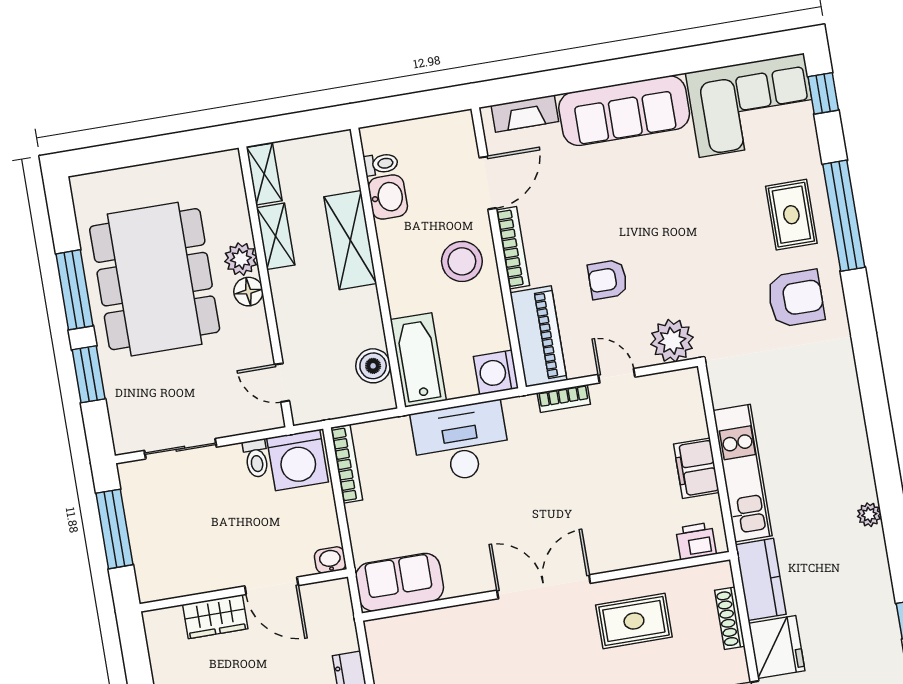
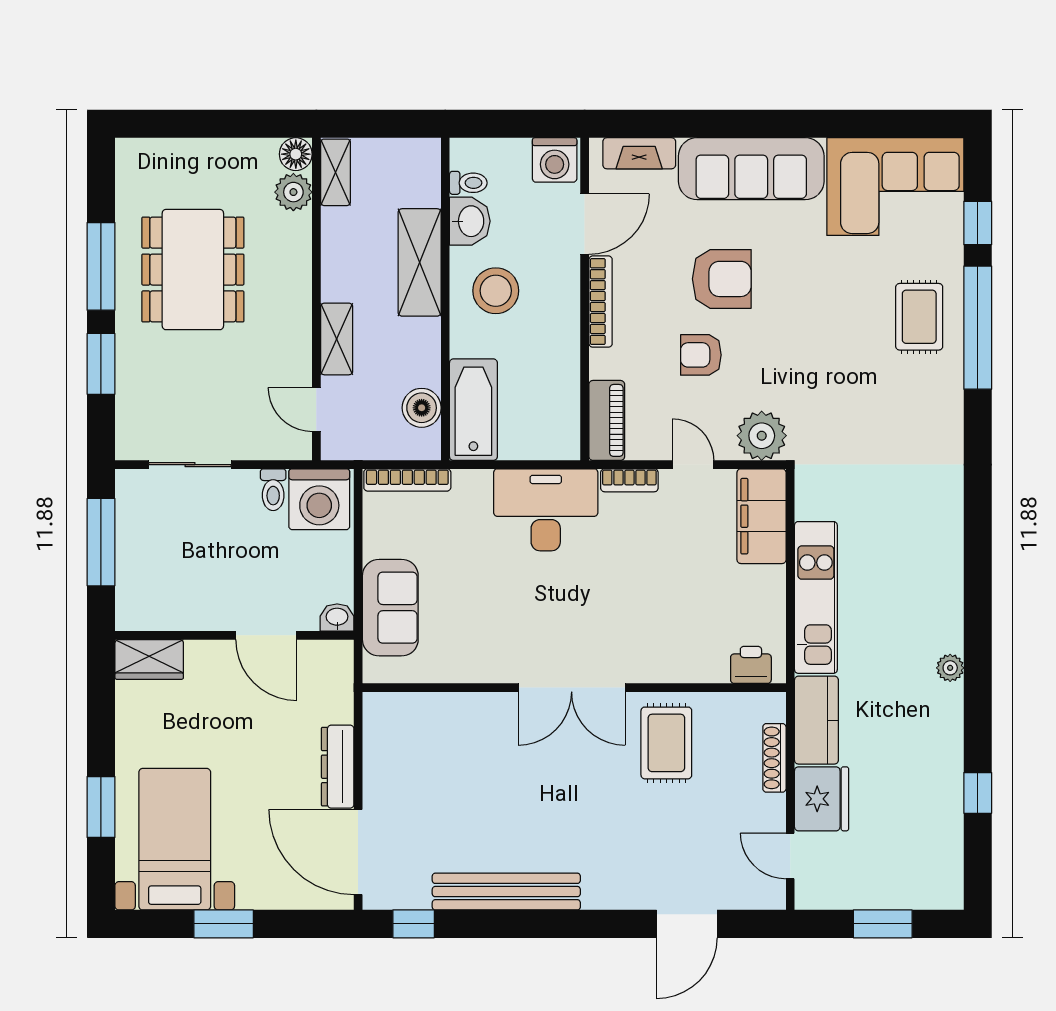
window: (823, 93) -> (978, 223), moved
shelving: (276, 236) -> (337, 339), moved
plant: (241, 259) -> (293, 192), moved
stool: (462, 261) -> (496, 291), moved
dining table: (155, 279) -> (193, 270), width x0.73, depth x0.80
floor lamp: (248, 292) -> (296, 154), moved
armchair: (796, 298) -> (722, 279), moved
piano: (538, 336) -> (607, 420), width x0.73, depth x0.75
washing machine: (496, 372) -> (555, 160), moved, turned -90
desk: (461, 442) -> (546, 510), moved
bookcase: (347, 464) -> (407, 480), moved, turned 90
filing cabinet: (696, 468) -> (762, 516), moved, width x1.50, depth x1.17
sofa: (400, 582) -> (390, 608), moved, turned 90
double door: (544, 587) -> (572, 688), swing flipped
wardrobe: (215, 617) -> (149, 659), moved
rug: (634, 621) -> (666, 743), turned 90

